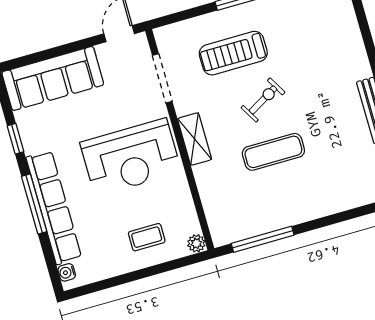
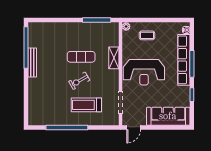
treadmill: (233, 53) -> (86, 105), turned 180
shelving: (195, 139) -> (114, 58), moved
reception desk: (131, 157) -> (144, 72), turned 180

